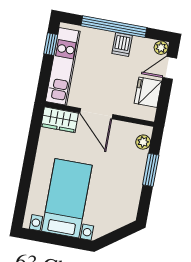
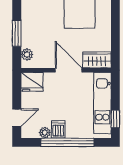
plant: (161, 48) -> (45, 133), moved
fridge: (148, 92) -> (32, 82), moved, turned 90

